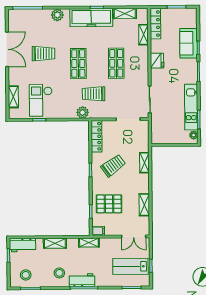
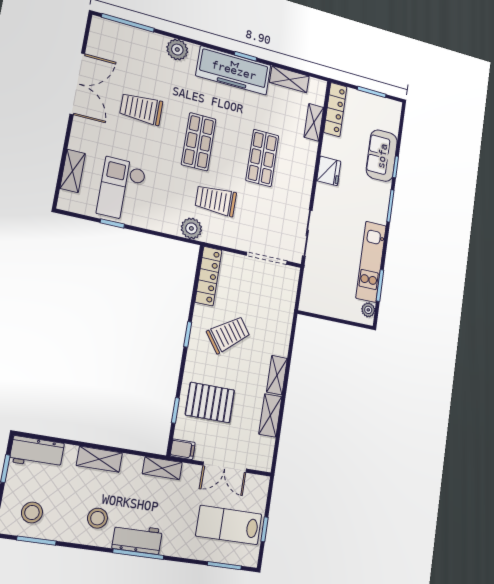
trolley: (43, 54) -> (141, 109), turned 180
shelving: (144, 163) -> (277, 375), moved
double door: (134, 236) -> (225, 467), moved

